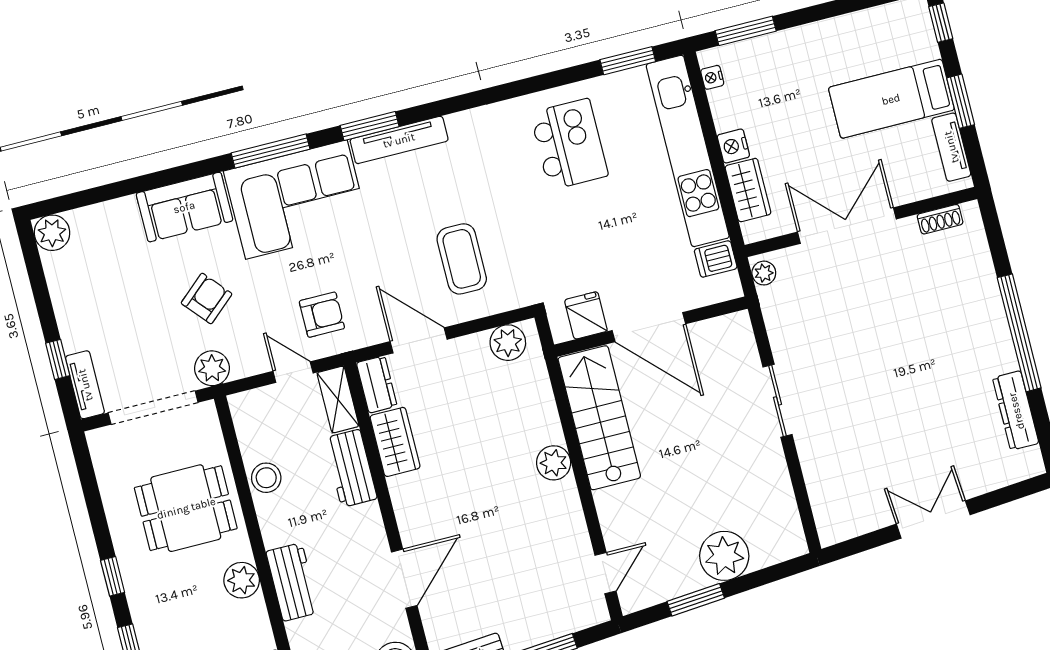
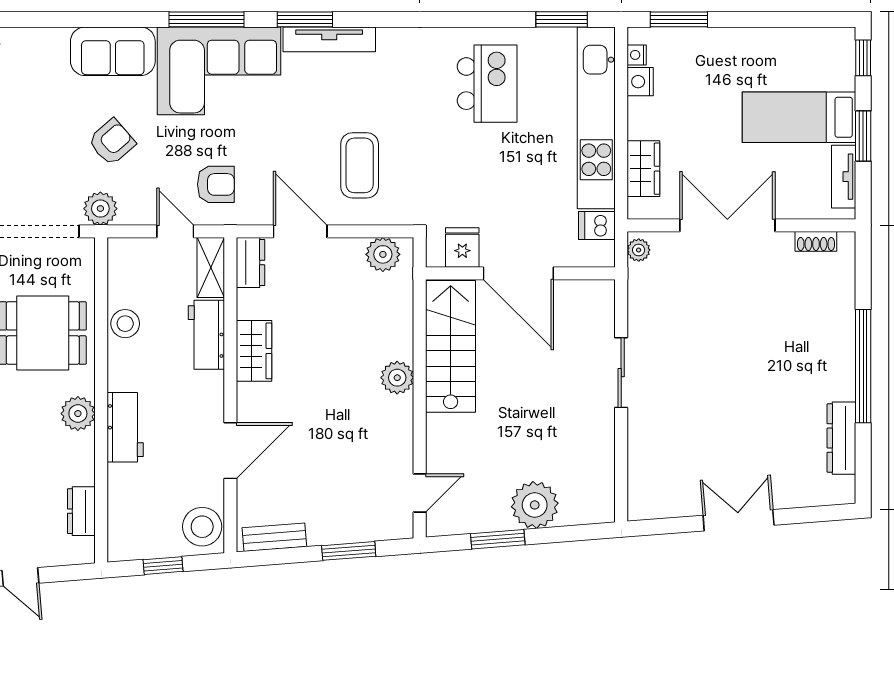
nightstand: (733, 146) -> (640, 82), moved
wardrobe: (395, 442) -> (254, 351), moved

